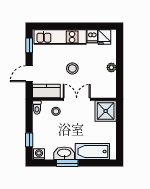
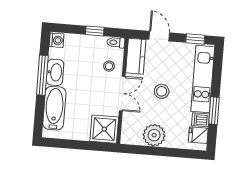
window: (84, 26) -> (214, 111), added
plant: (111, 67) -> (154, 135), width x1.87, depth x1.87
window: (29, 140) -> (95, 31), moved
window: (67, 163) -> (42, 75), width x1.44

